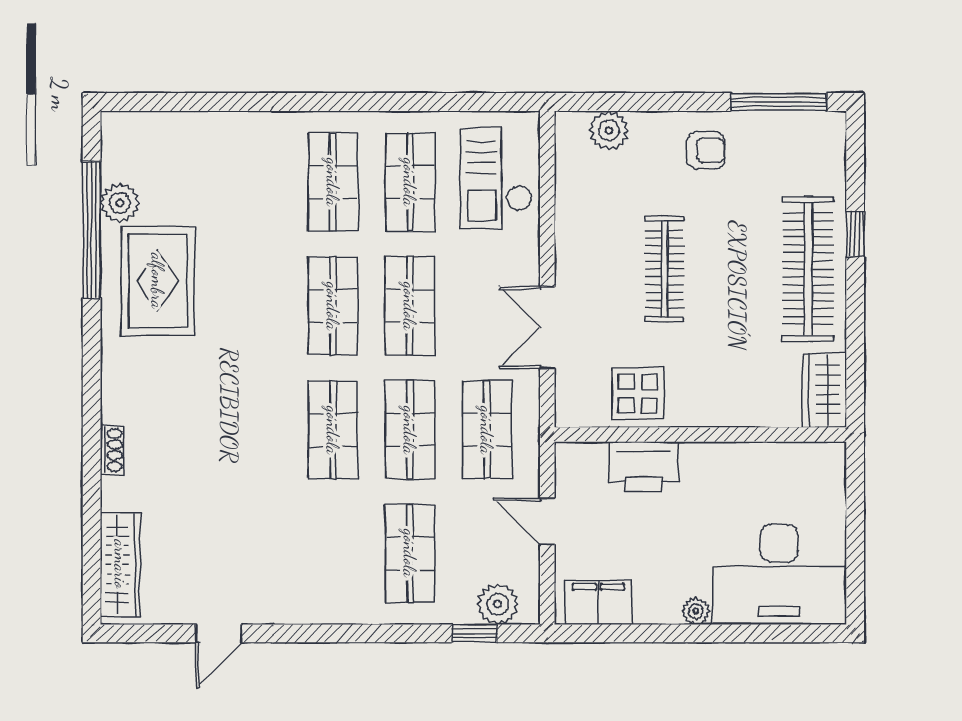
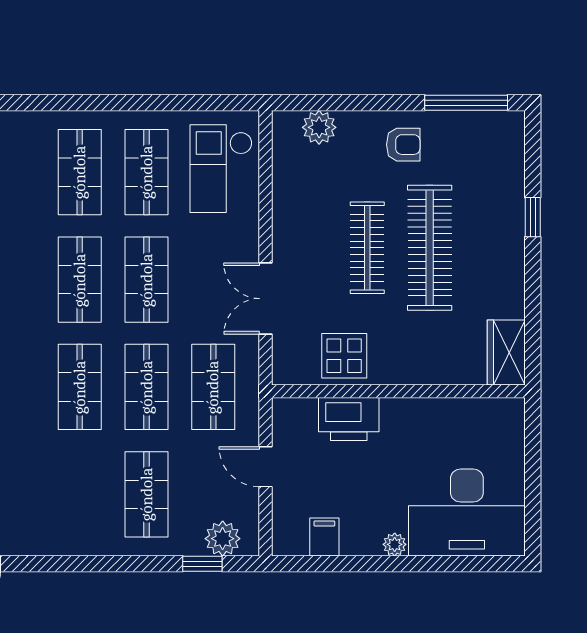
clothes rail: (808, 269) -> (430, 248), moved
filing cabinet: (598, 602) -> (324, 537), width x0.50

